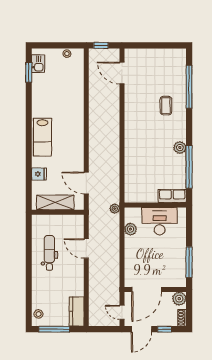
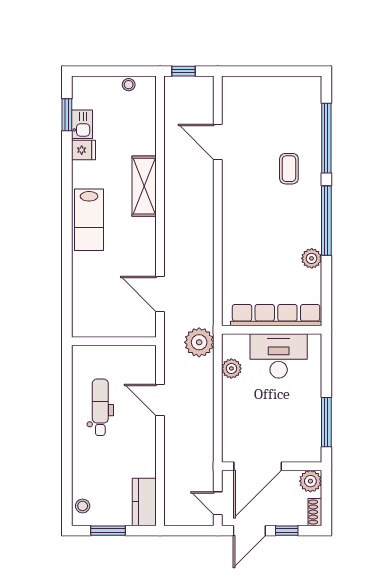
kitchen sink: (38, 64) -> (82, 124), moved
door: (122, 73) -> (218, 142), moved
plant: (180, 148) -> (312, 258), moved
window: (189, 167) -> (326, 221), moved
fridge: (39, 174) -> (83, 150), moved
row of seats: (172, 196) -> (276, 315), width x2.02
shelving: (55, 202) -> (144, 186), moved, turned 90
plant: (115, 209) -> (199, 342), width x1.87, depth x1.87
window: (54, 329) -> (108, 531), width x0.69

